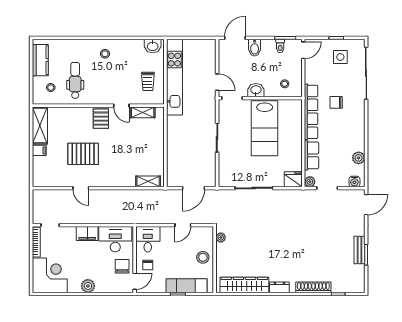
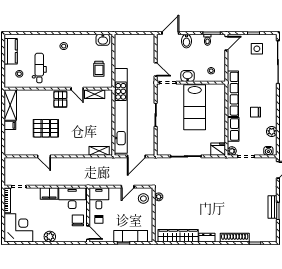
kitchen unit: (174, 77) -> (121, 111), moved, width x1.36
chair: (336, 102) -> (256, 112), moved
stool: (203, 257) -> (143, 198), moved
door: (135, 281) -> (88, 233), hinge flipped

